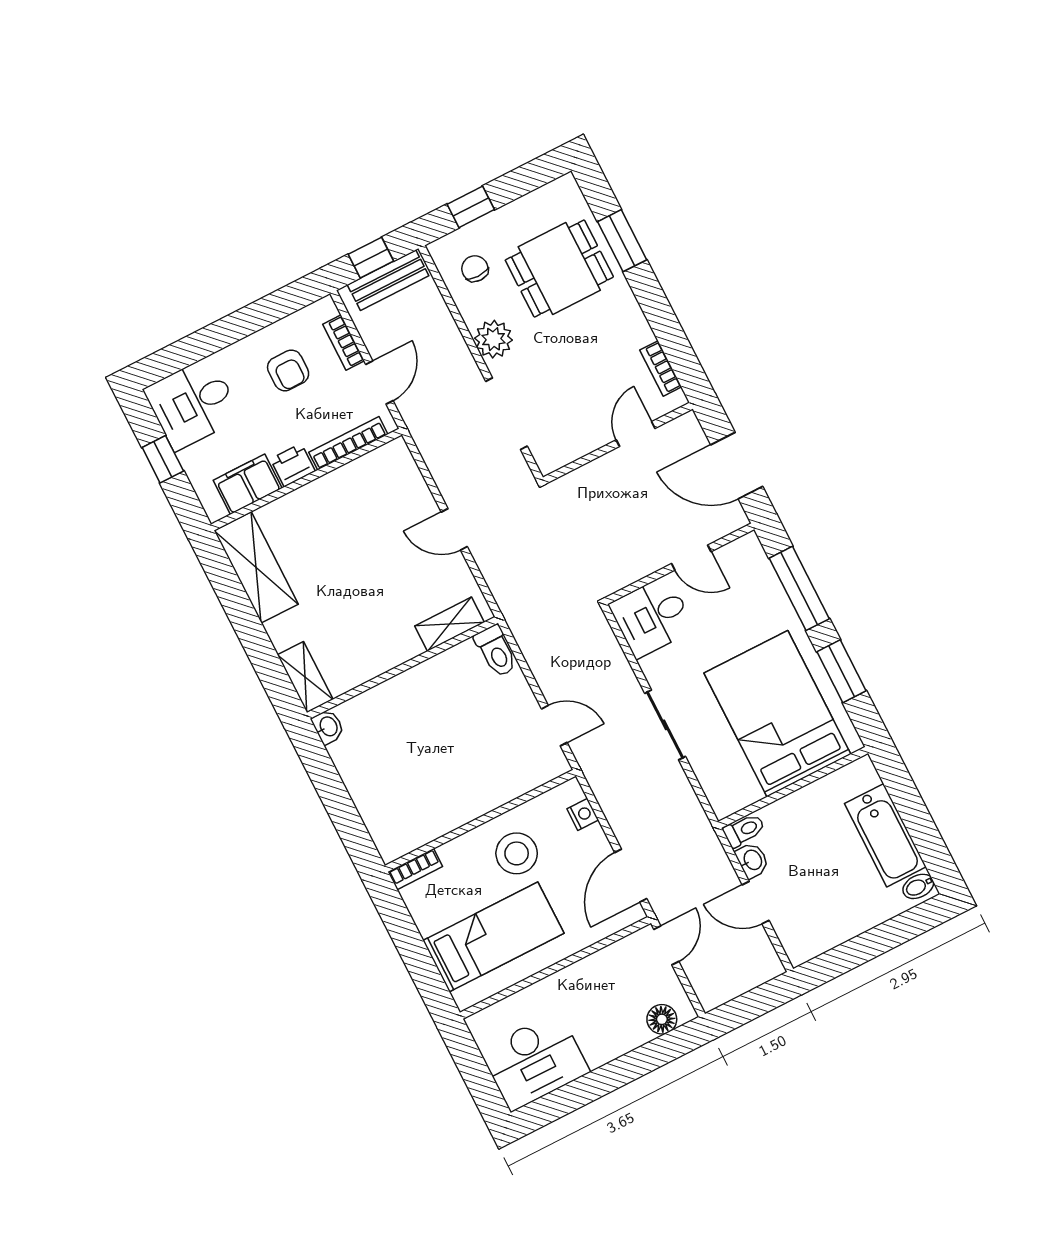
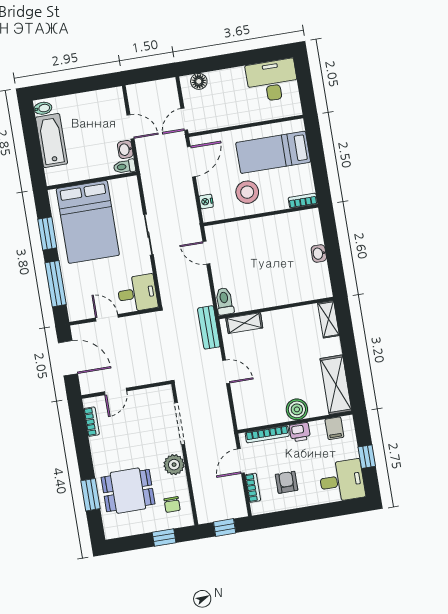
bench: (388, 280) -> (209, 327), moved, turned 90
filing cabinet: (248, 484) -> (334, 428), width x0.50
boiler: (310, 503) -> (297, 409), added
washbasin: (328, 727) -> (319, 253), moved

